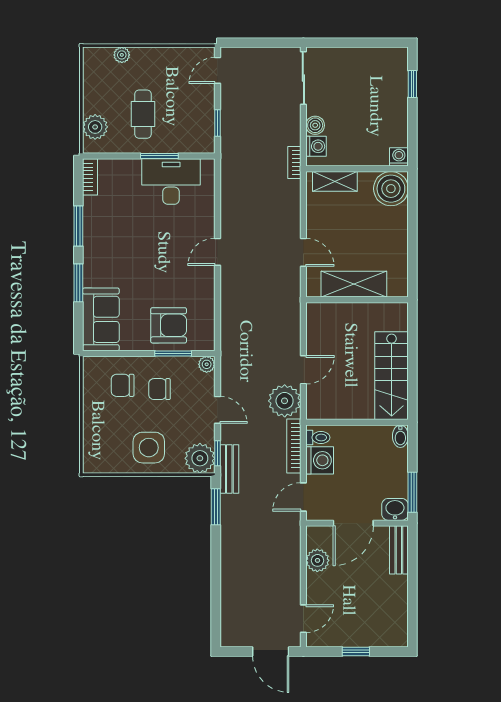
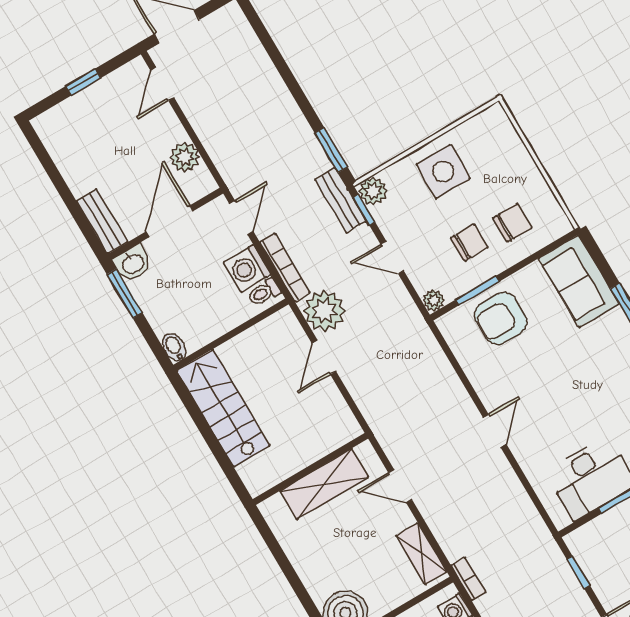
shelving: (335, 181) -> (421, 554), moved, turned 90
plant: (200, 458) -> (373, 191), width x0.73, depth x0.73

